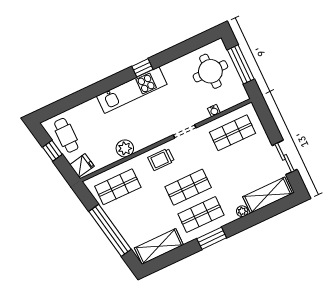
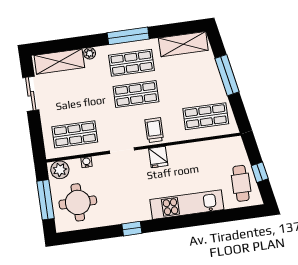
window: (142, 68) -> (132, 229), moved
kitchen unit: (132, 90) -> (187, 205), moved
plant: (125, 148) -> (60, 170), moved
trolley: (161, 159) -> (154, 130), turned -90
fridge: (82, 165) -> (158, 157), moved, turned -79
window: (110, 230) -> (227, 75), width x0.68
window: (212, 238) -> (128, 36), width x1.44

